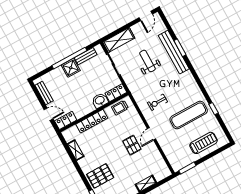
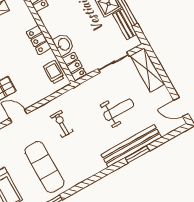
locker: (92, 121) -> (39, 40), width x0.66

